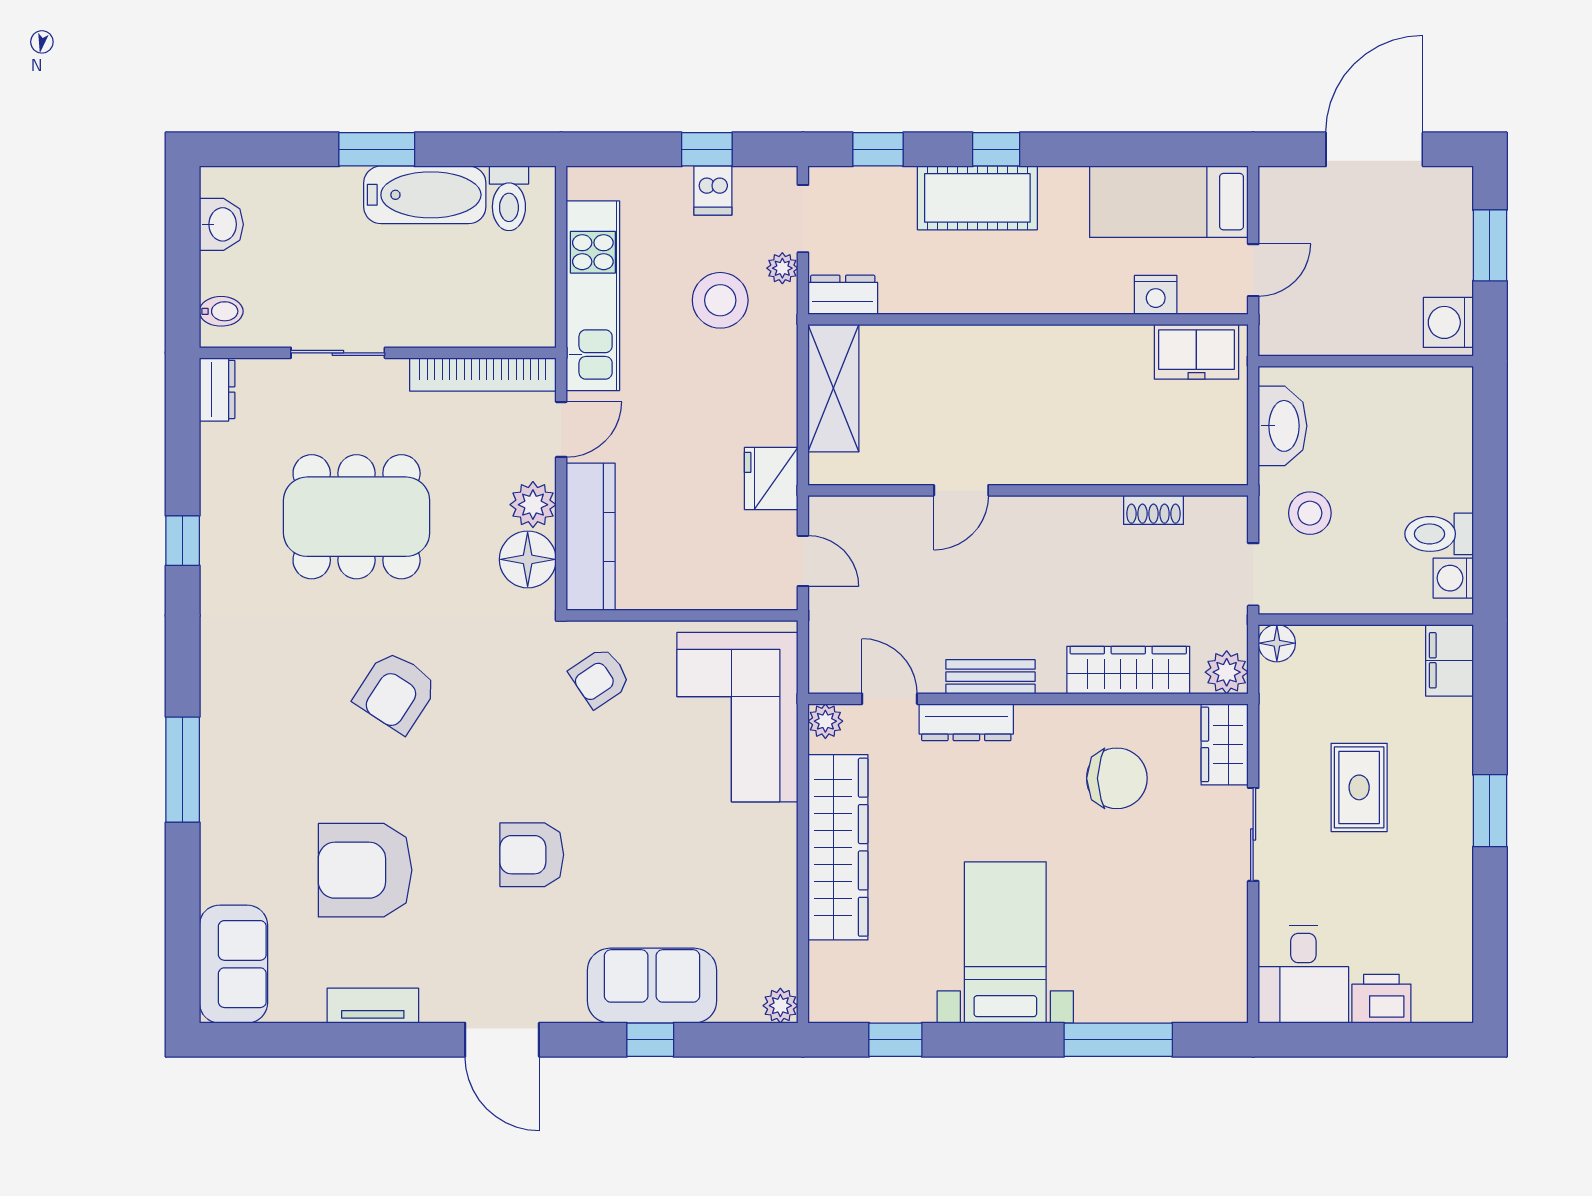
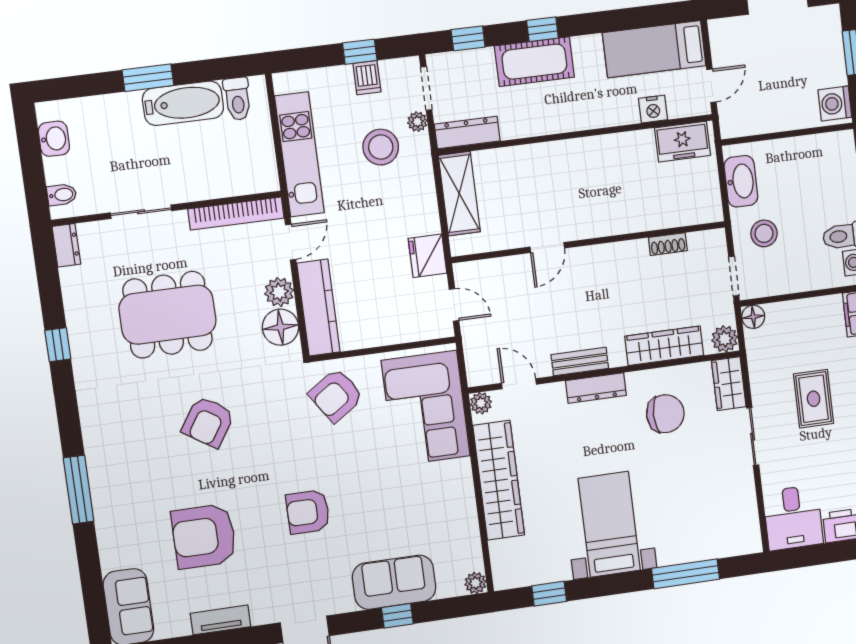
dresser: (843, 295) -> (467, 133), width x1.44
armchair: (600, 678) -> (336, 395), width x1.38, depth x1.38
dresser: (966, 722) -> (596, 388), moved

